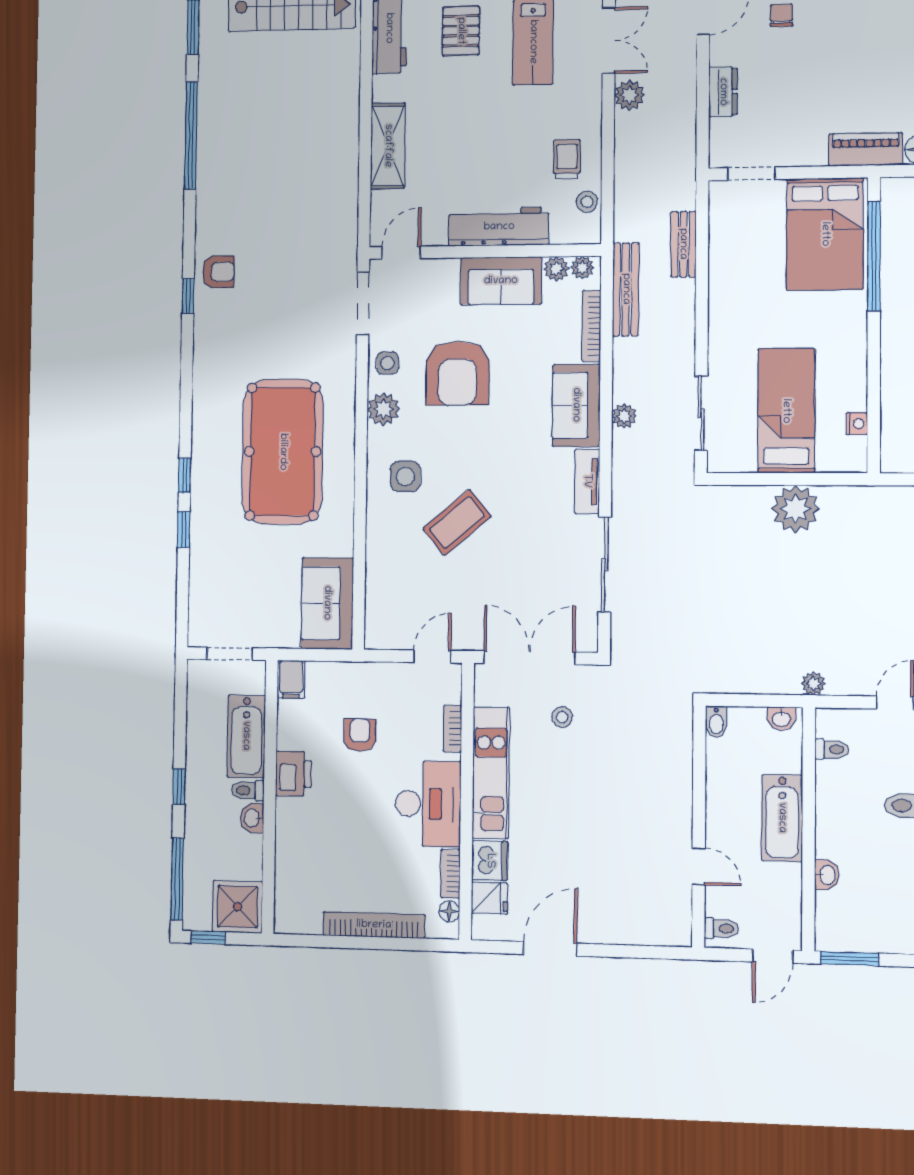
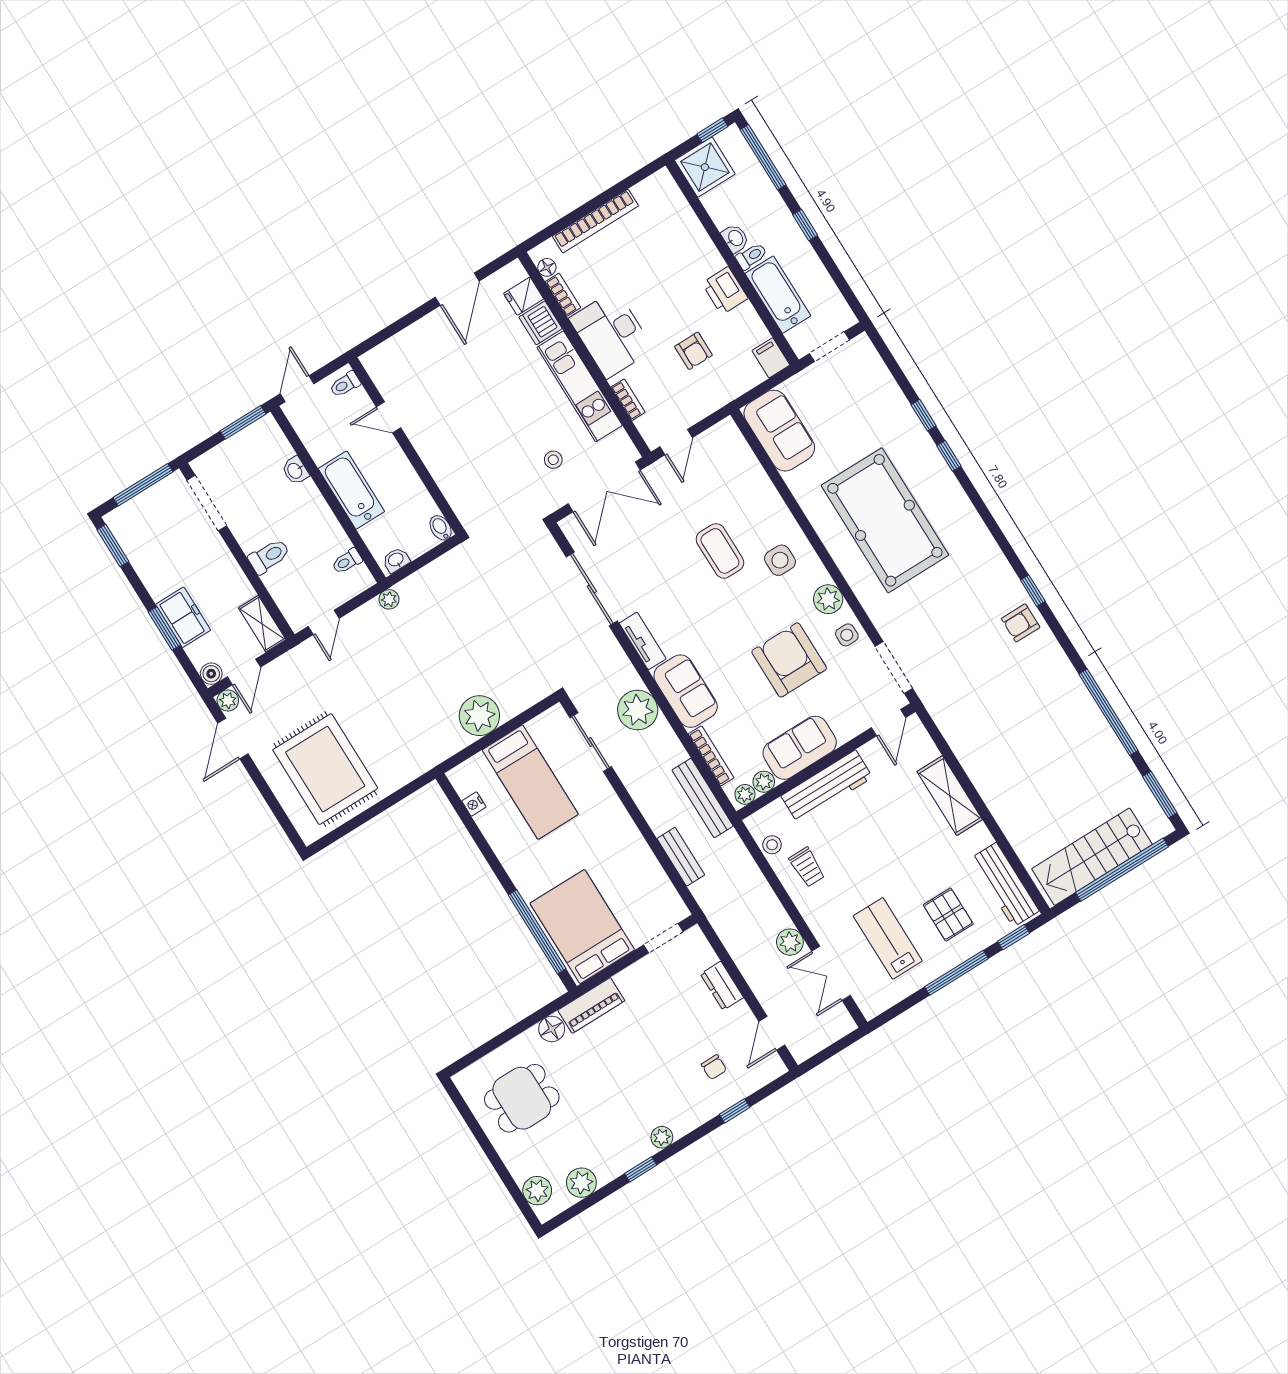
plant: (624, 416) -> (638, 710), width x1.87, depth x1.87
coffee table: (457, 522) -> (720, 551), turned -50

